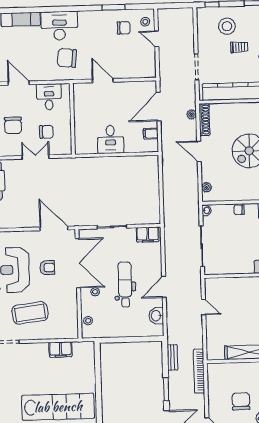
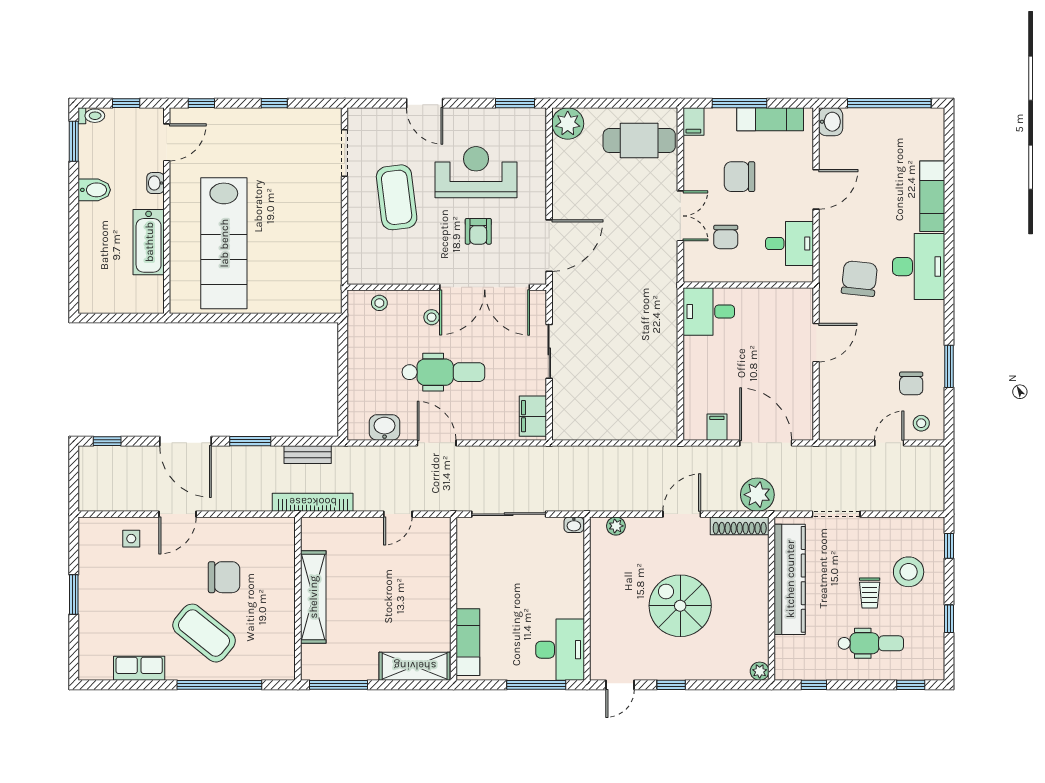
plant: (191, 114) -> (757, 495), width x1.88, depth x1.88
desk: (110, 139) -> (709, 312), moved
chair: (239, 210) -> (573, 584), removed
filing cabinet: (61, 350) -> (328, 251), removed
bookcase: (199, 371) -> (313, 502), moved

